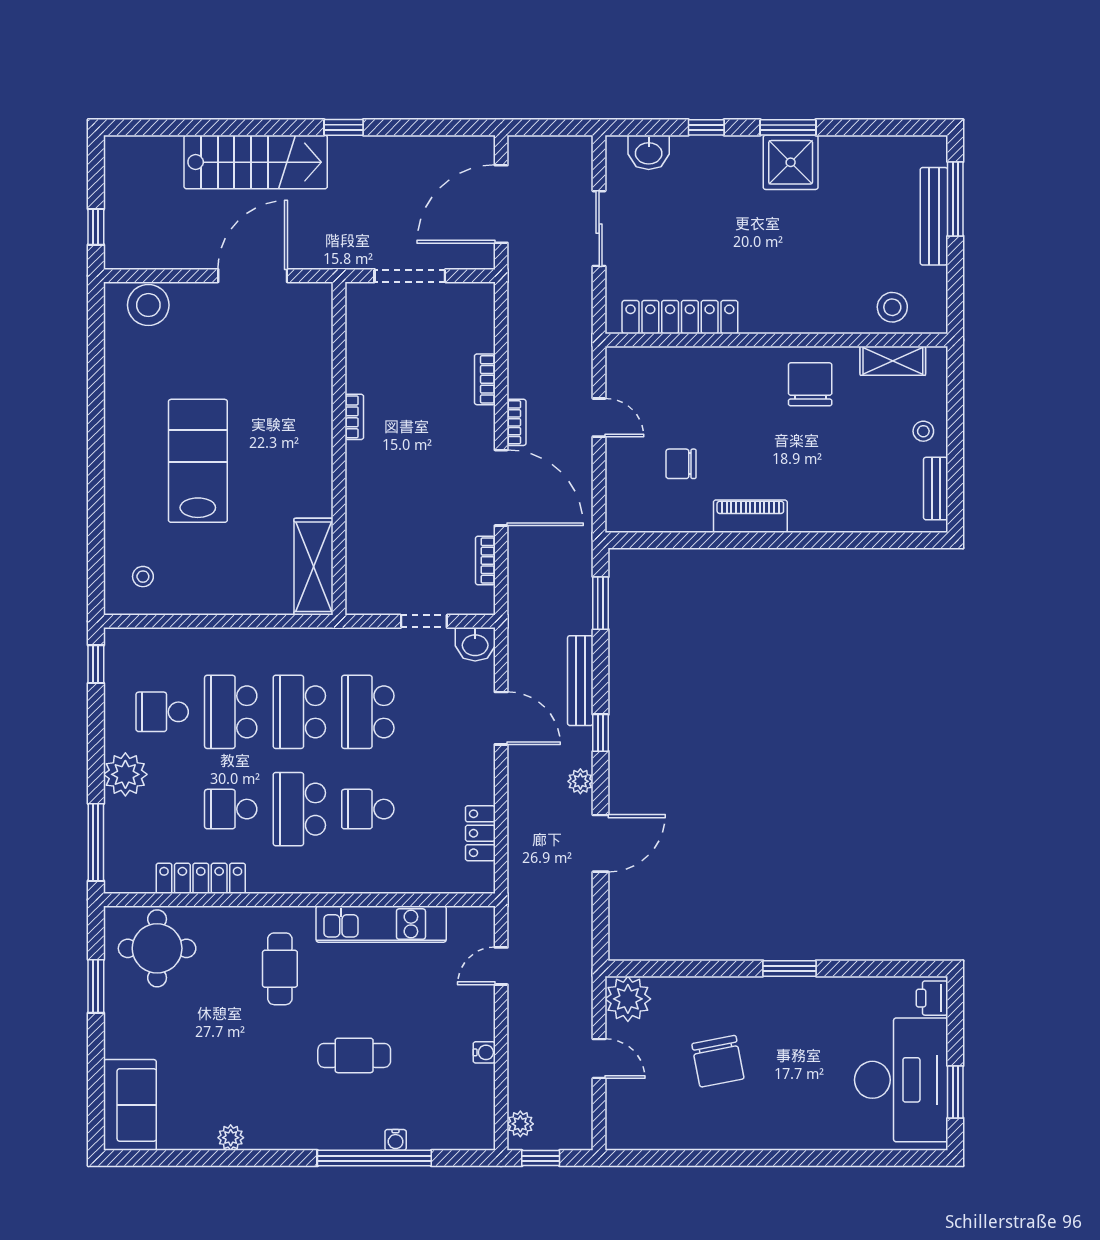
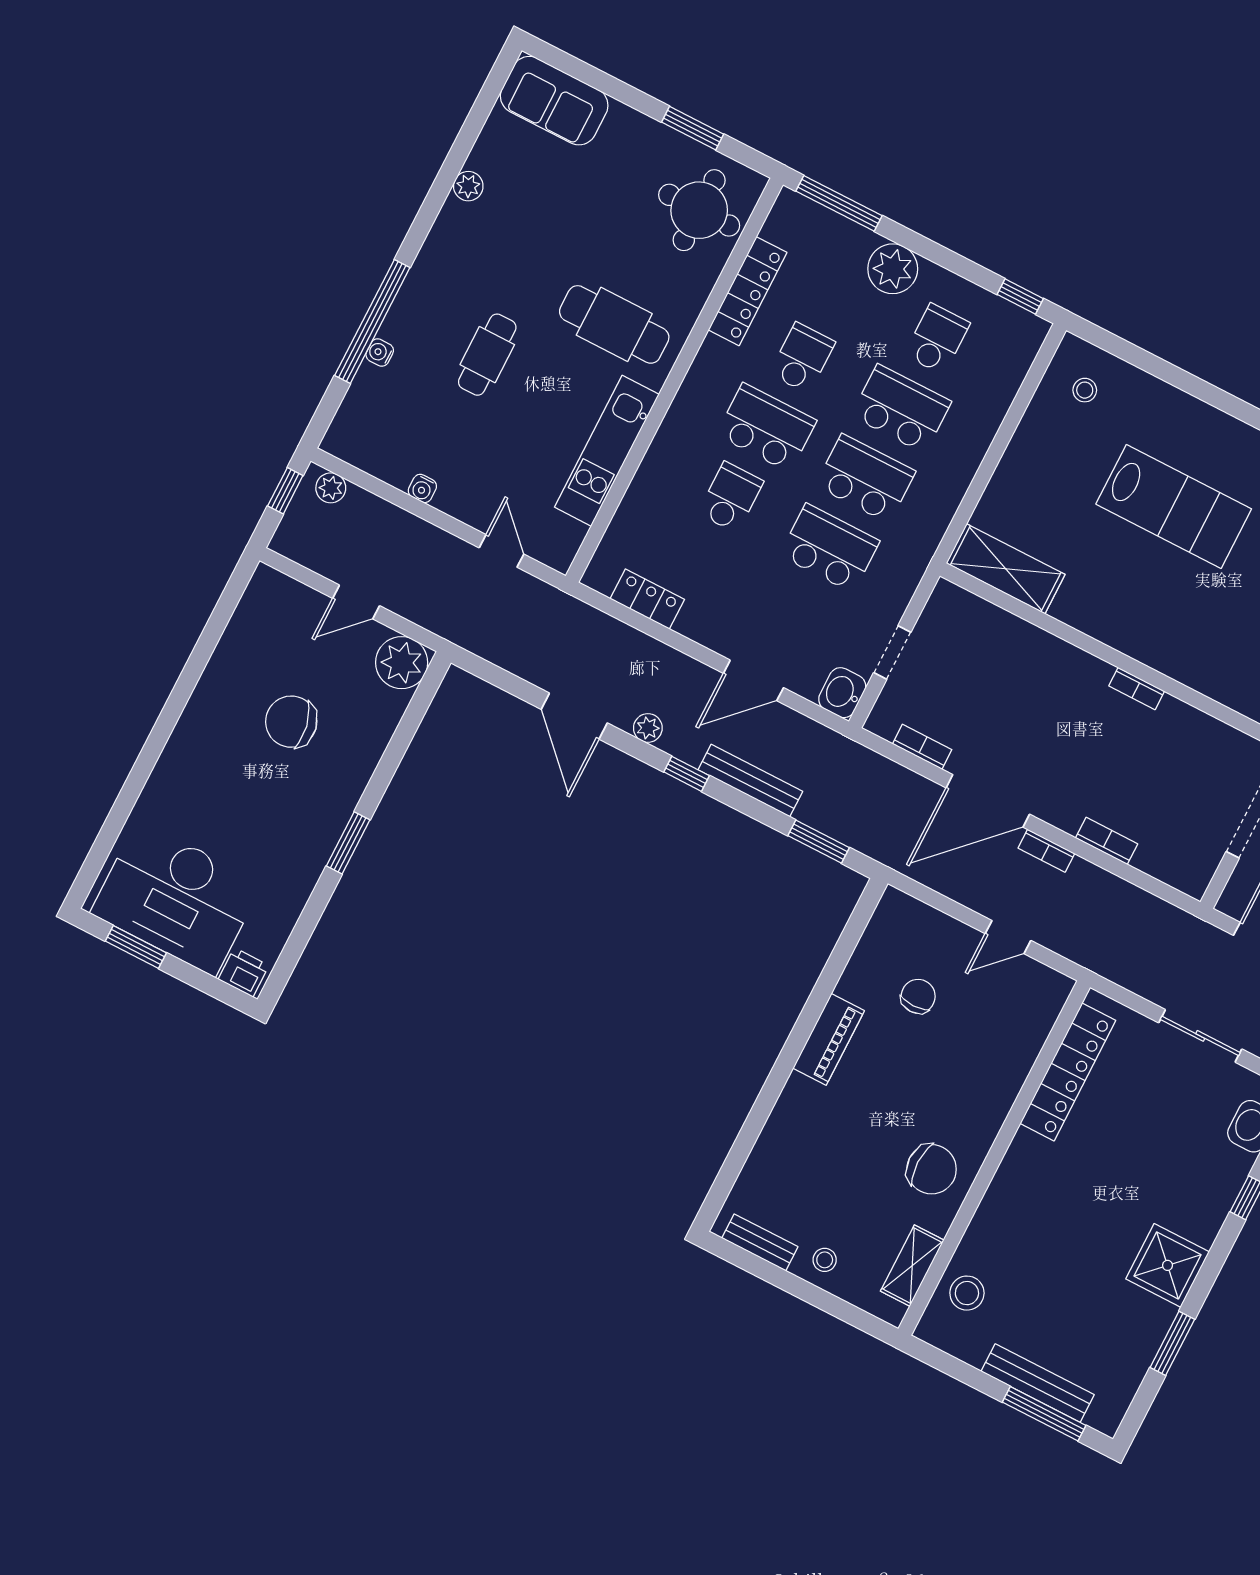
window: (788, 127) -> (1172, 1343), moved
cafe table: (280, 969) -> (614, 324), width x1.37, depth x1.35

